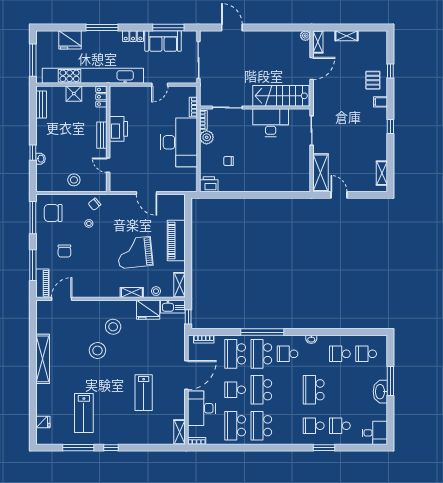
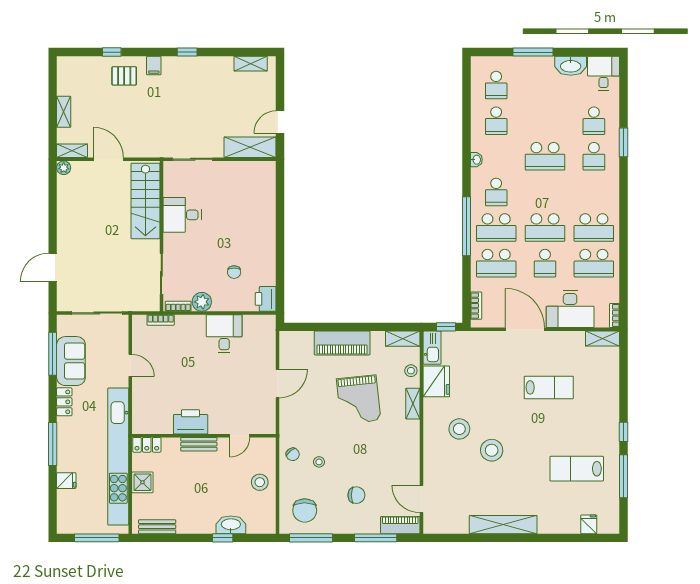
fridge: (70, 40) -> (66, 481), width x0.53, depth x0.75
desk: (271, 123) -> (182, 215), width x0.73
desk: (179, 142) -> (224, 334), width x0.53, depth x0.77
washbasin: (41, 159) -> (231, 525), width x1.91, depth x1.45
washbasin: (380, 392) -> (571, 66), moved
lab bench: (84, 413) -> (577, 469), turned 180

